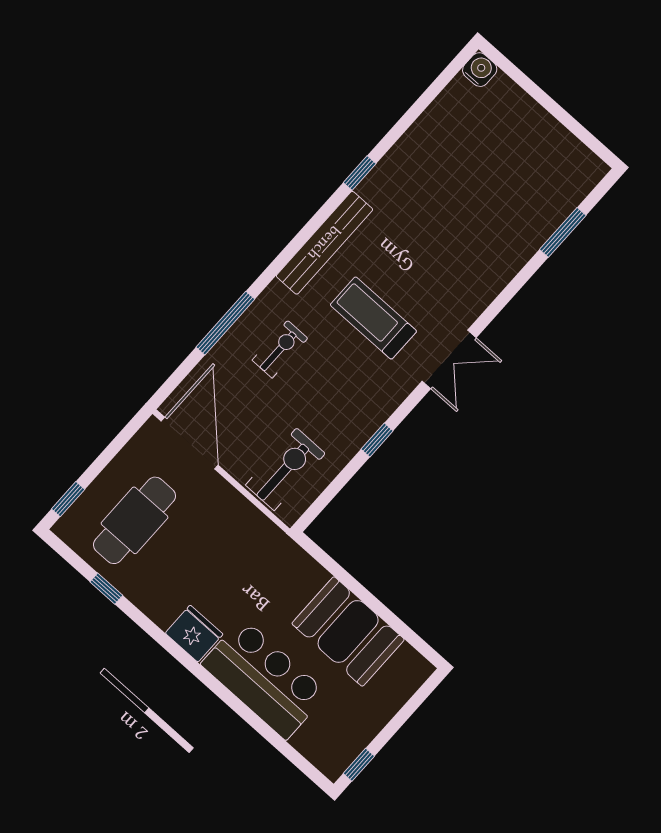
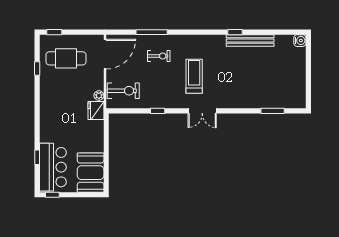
bench: (324, 243) -> (250, 40), moved
plant: (255, 521) -> (99, 96), added
booth: (348, 631) -> (91, 173), moved
fridge: (194, 634) -> (96, 111), moved, turned 180
bar counter: (264, 679) -> (53, 167), moved
window: (266, 732) -> (37, 157), added

